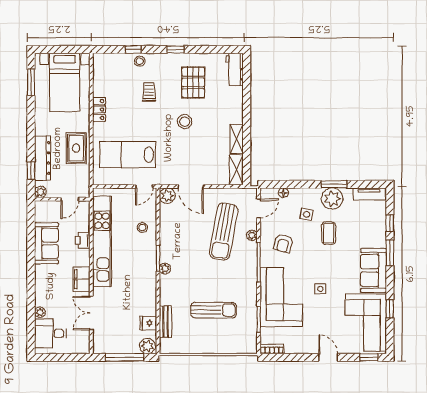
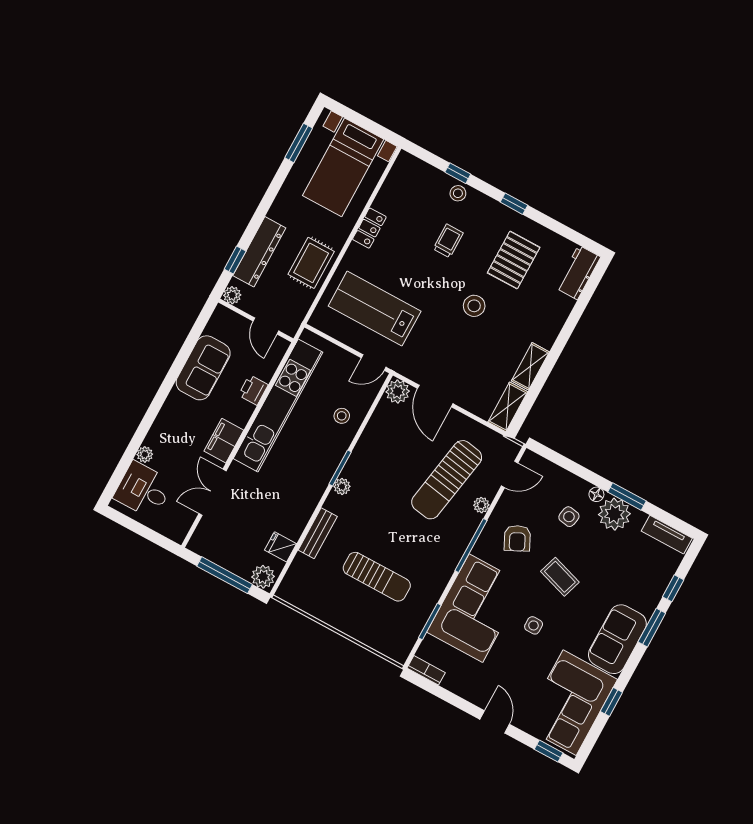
floor lamp: (283, 193) -> (596, 494), moved
door: (70, 199) -> (266, 326), hinge flipped
coffee table: (329, 233) -> (560, 577), moved, turned -72
armchair: (283, 243) -> (517, 538), turned -41
bench: (165, 322) -> (318, 533), moved

